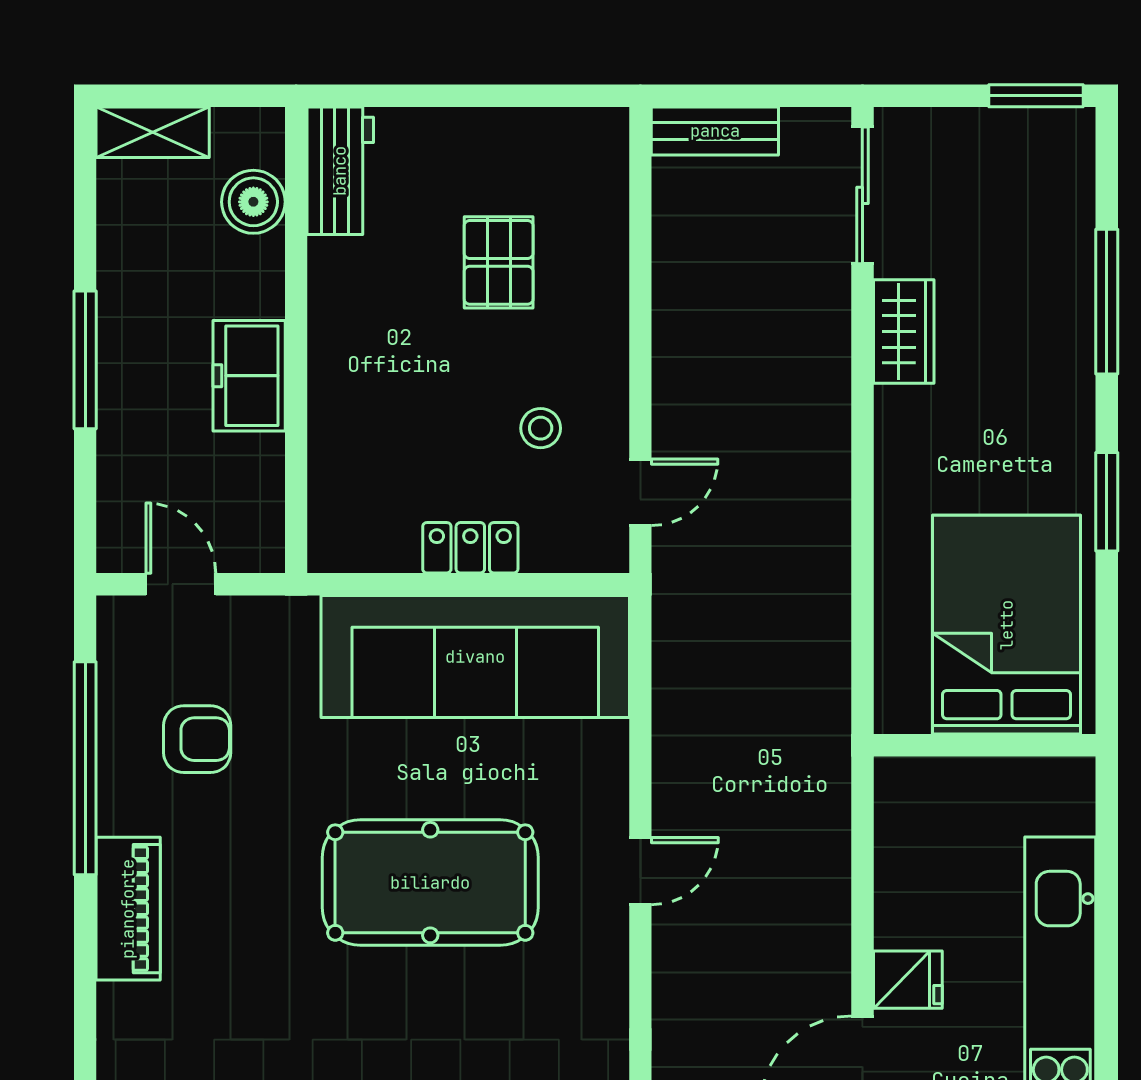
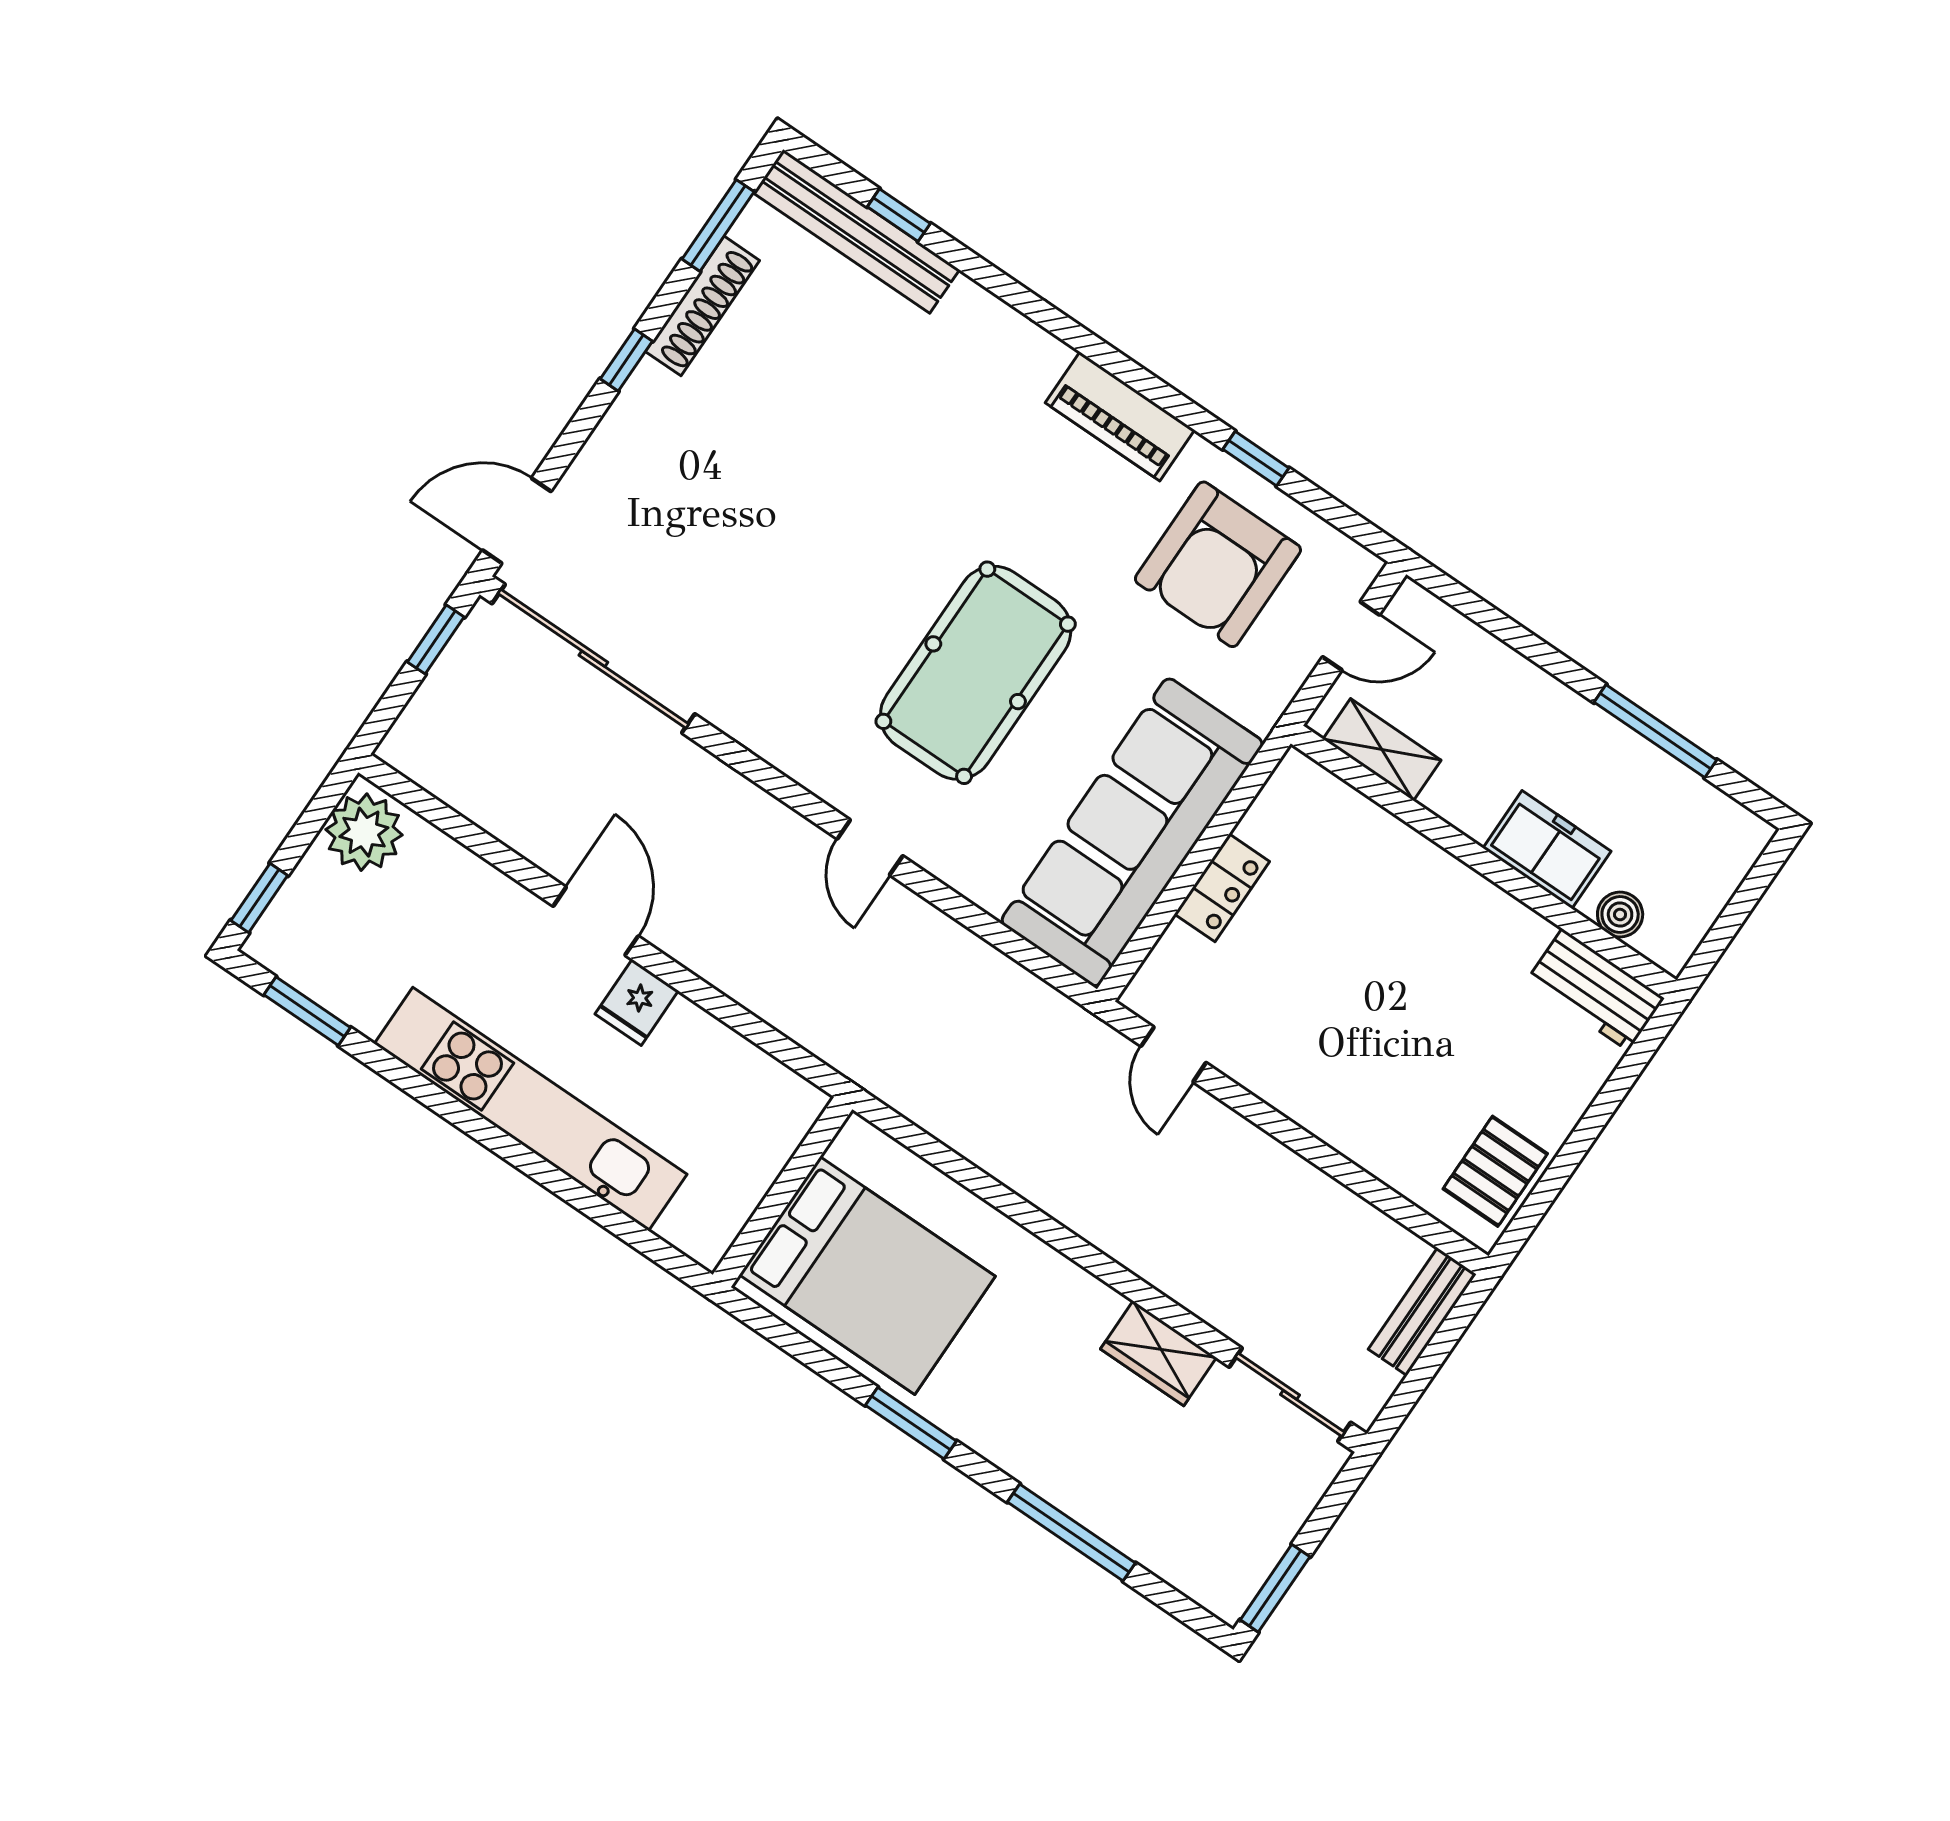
shelving: (153, 132) -> (1382, 750), moved, turned 90
boiler: (253, 202) -> (1620, 915), width x0.73, depth x0.73
pallet: (499, 262) -> (1495, 1171), moved, turned 90
window: (85, 360) -> (1655, 731), moved
freezer: (249, 376) -> (1547, 850), moved
stool: (541, 428) -> (1279, 1010), removed
armchair: (197, 739) -> (1218, 564), width x1.88, depth x1.88
window: (85, 768) -> (1256, 459), width x0.32

